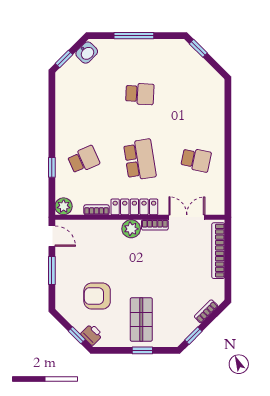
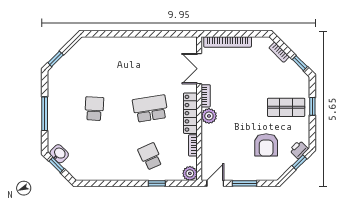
window: (64, 59) -> (56, 165), moved
school desk: (196, 160) -> (150, 61), removed

